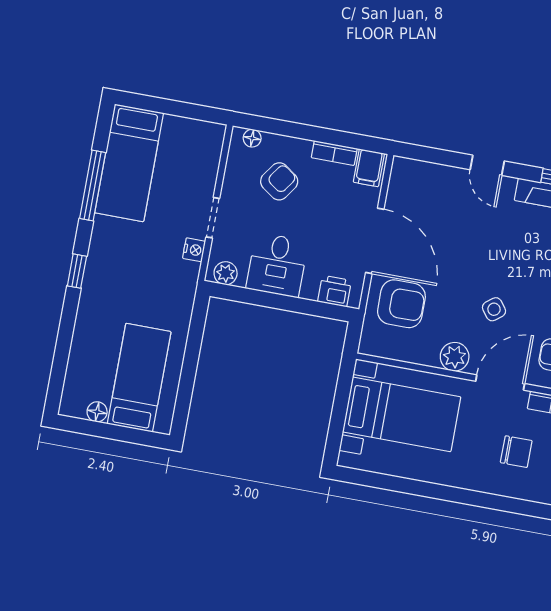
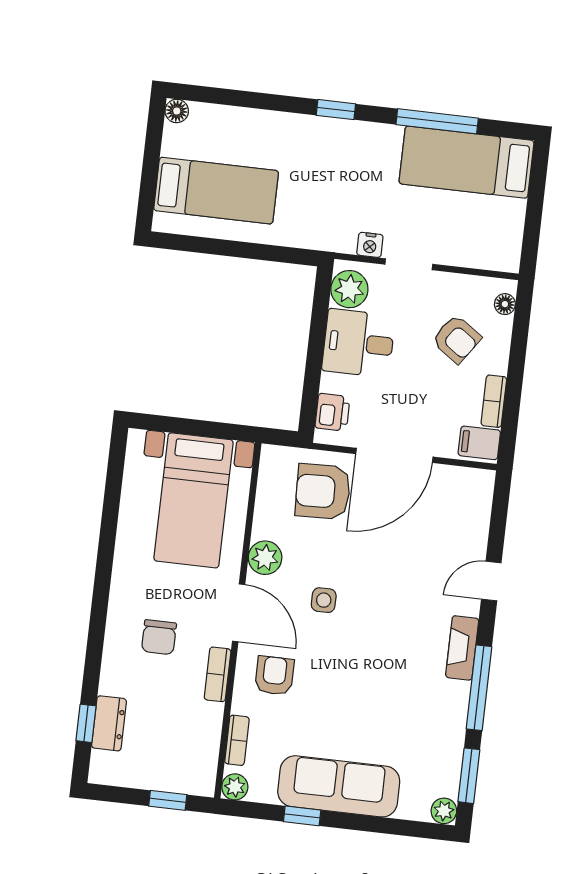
plant: (226, 273) -> (349, 289), width x1.38, depth x1.38
armchair: (401, 304) -> (323, 491), turned 88
side table: (494, 309) -> (324, 600), turned 38
floor lamp: (97, 412) -> (177, 111), moved

